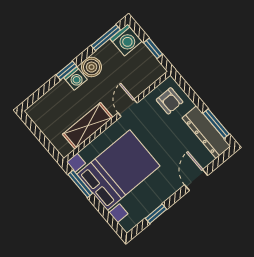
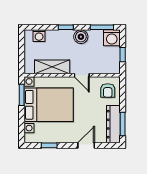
washing machine: (76, 79) -> (39, 36), moved
door: (128, 108) -> (82, 75), swing flipped

